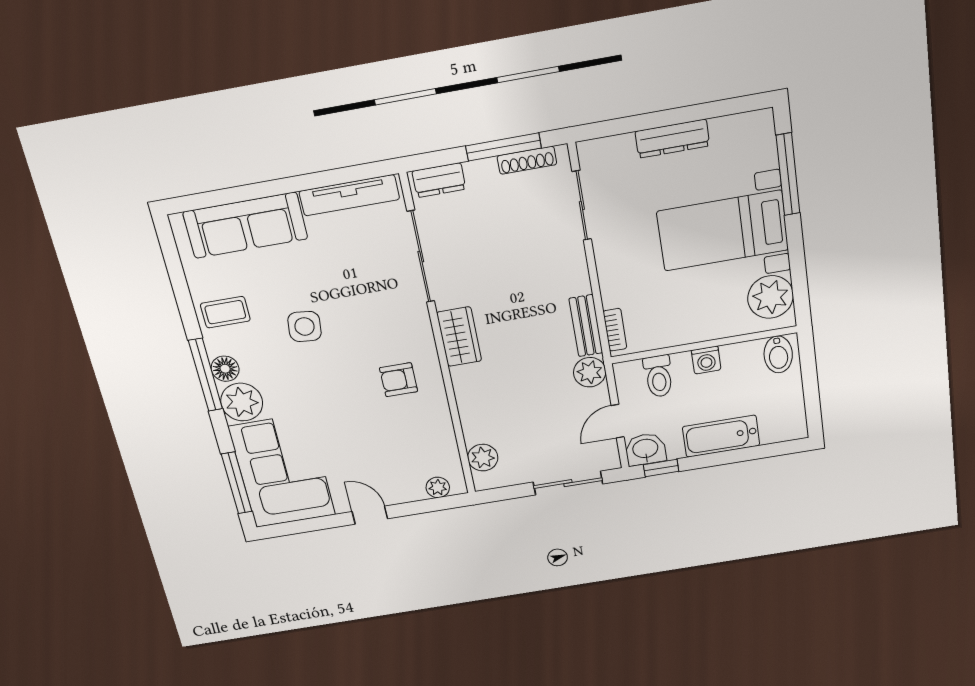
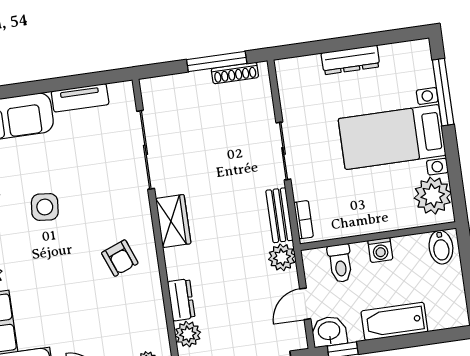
dresser: (439, 180) -> (181, 300), moved, turned -90
tv unit: (349, 195) -> (80, 98), width x0.71
sliding door: (582, 205) -> (283, 151), moved
armchair: (399, 380) -> (120, 258), turned -111

